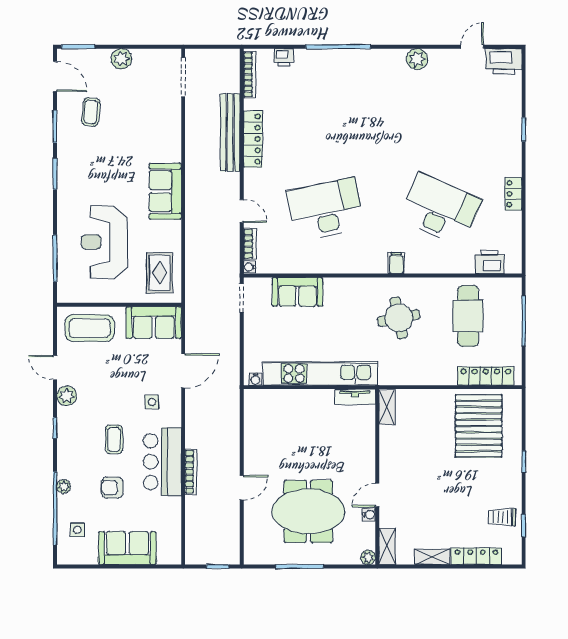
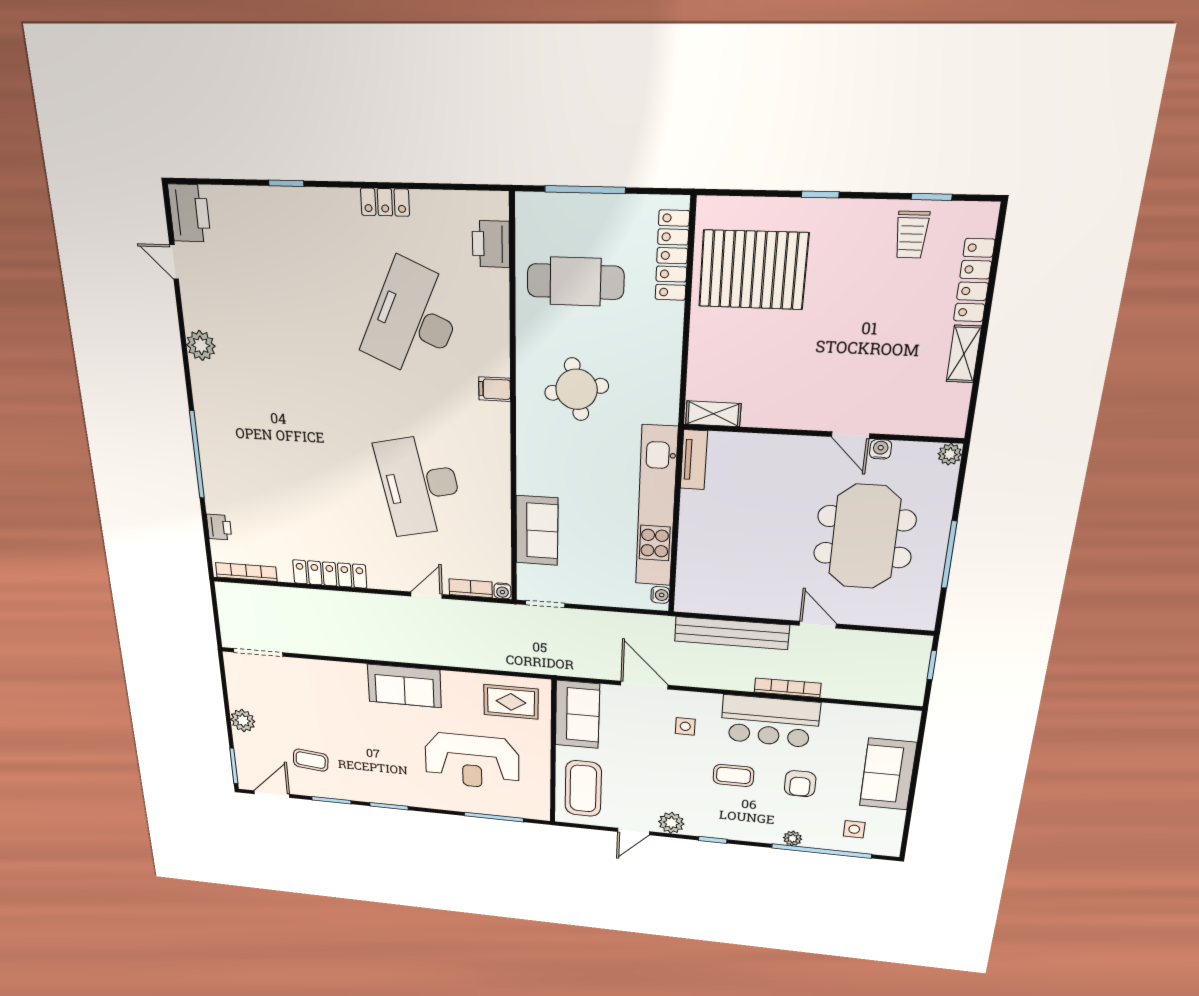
bench: (230, 133) -> (732, 633), moved
shelving: (387, 546) -> (936, 424), removed

